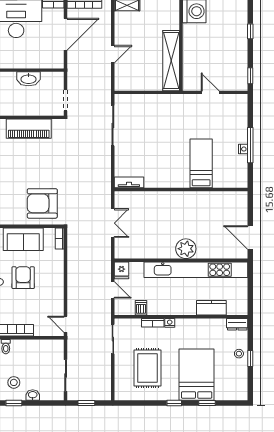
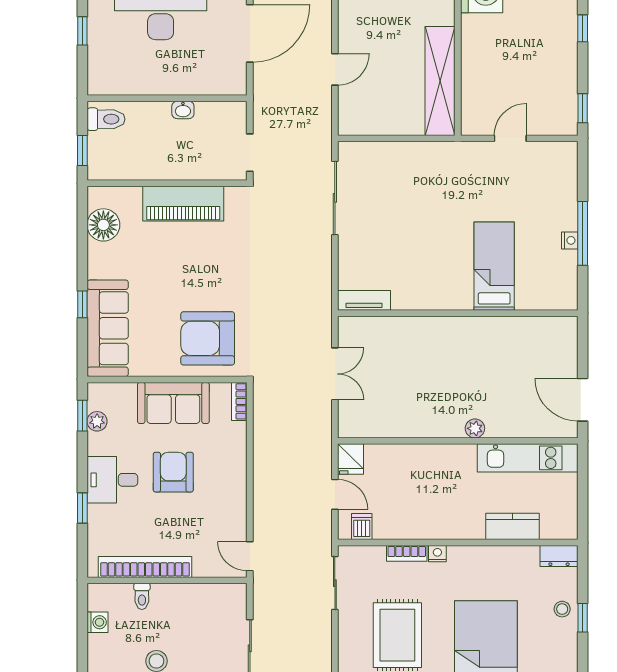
washbasin: (28, 79) -> (183, 110), width x0.52, depth x0.69
door: (210, 92) -> (510, 138), hinge flipped
plant: (186, 249) -> (475, 428), width x0.53, depth x0.53
kitchen unit: (196, 270) -> (528, 458), width x0.54
dishwasher: (141, 308) -> (362, 527), moved

